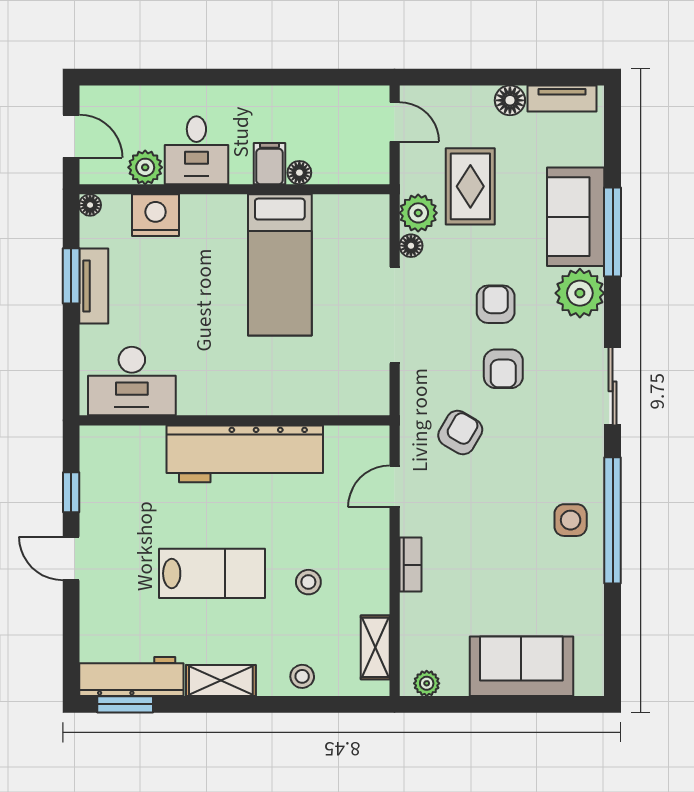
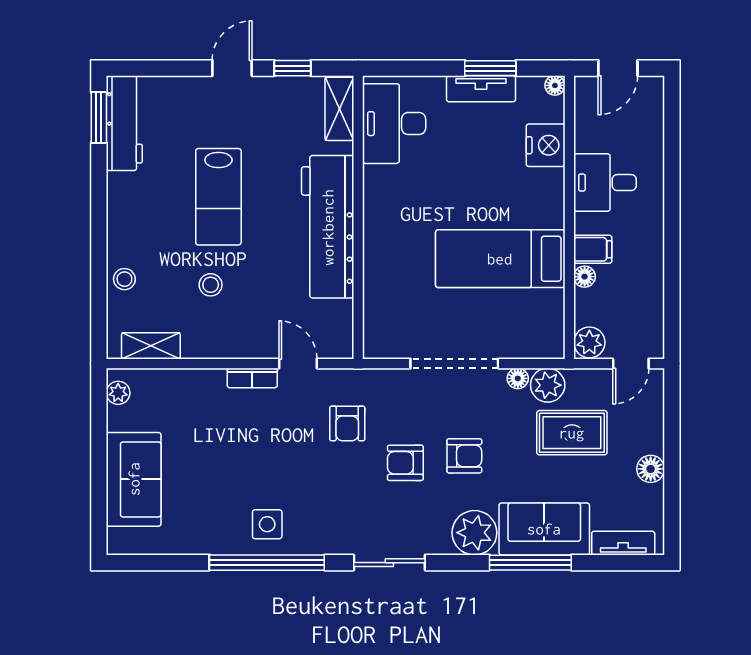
tv unit: (562, 98) -> (623, 543), moved, turned 90
plant: (145, 167) -> (589, 342), moved
armchair: (460, 432) -> (347, 424), turned 60
bookcase: (410, 565) -> (252, 378), moved
shelving: (221, 680) -> (339, 109), moved

